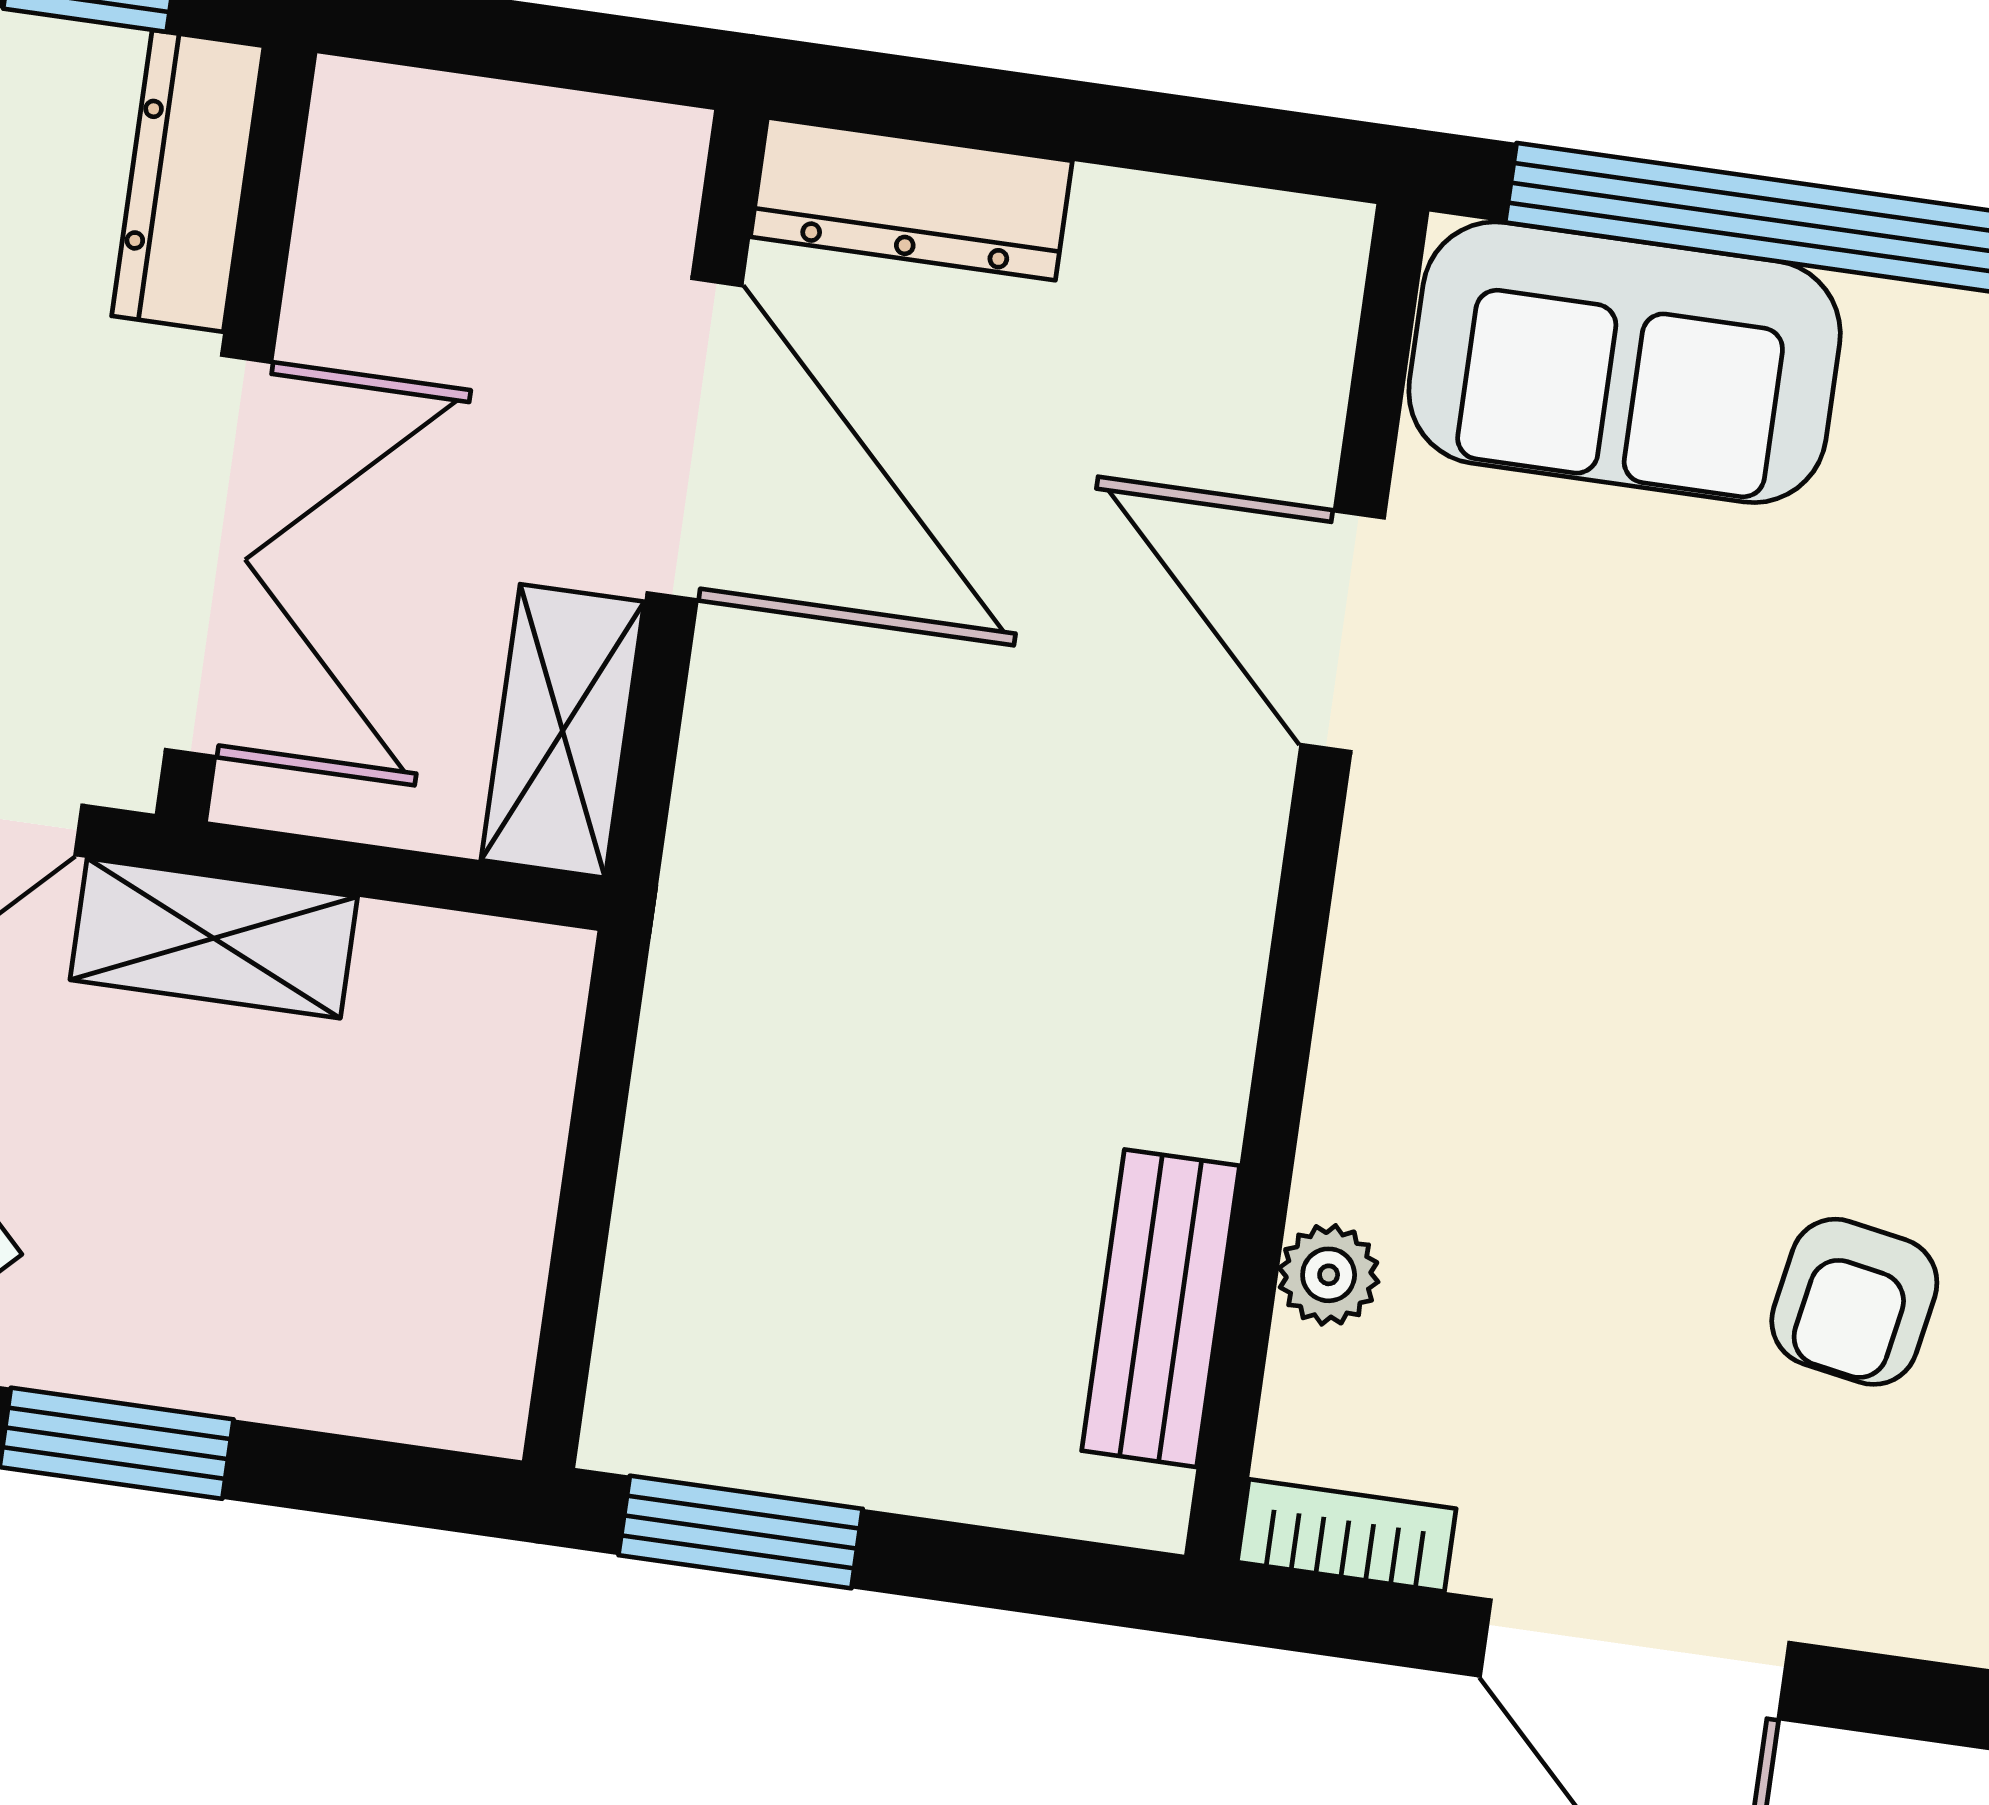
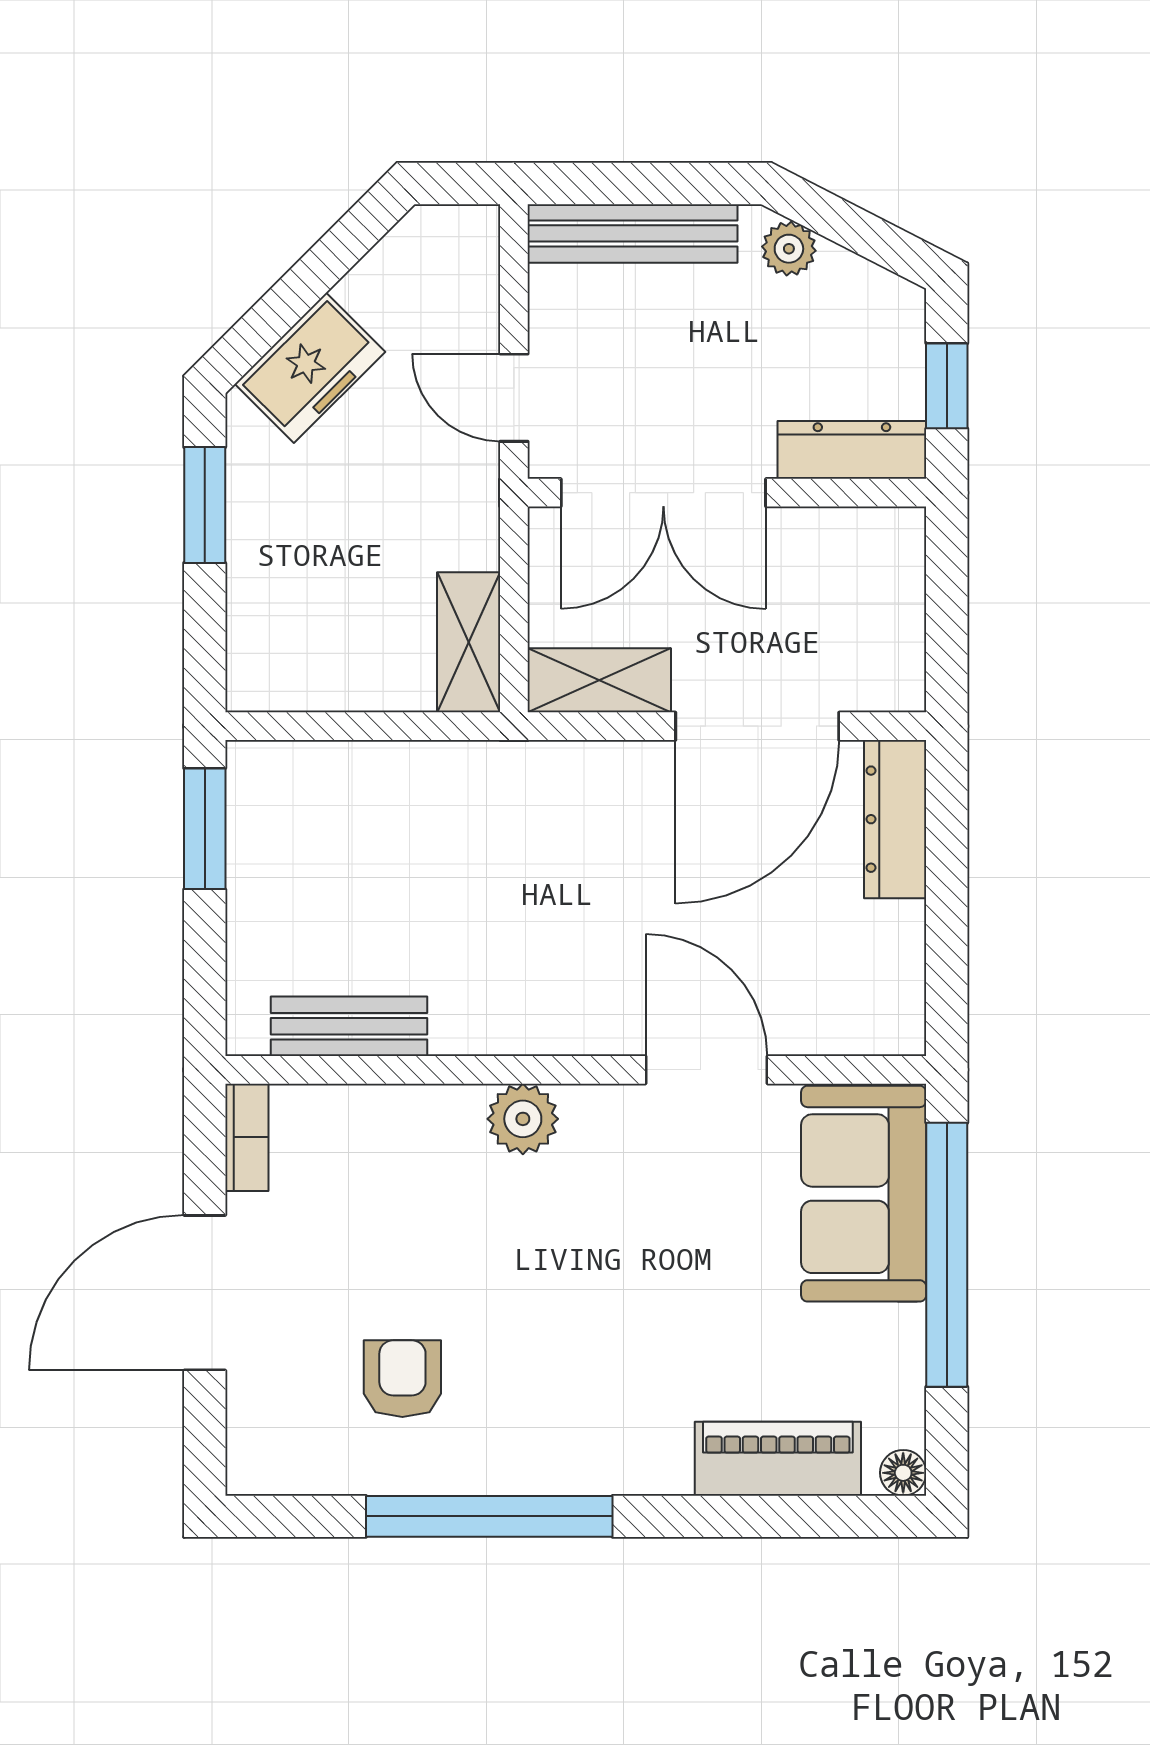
door: (1343, 631) -> (706, 1070), hinge flipped
shelving: (214, 938) -> (469, 642), moved
plant: (1329, 1275) -> (523, 1119), moved, width x1.38, depth x1.38
armchair: (1854, 1302) -> (402, 1379), turned 80

